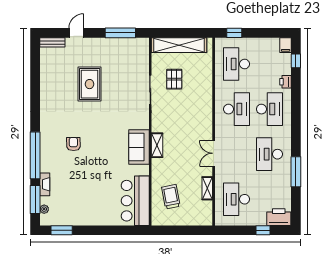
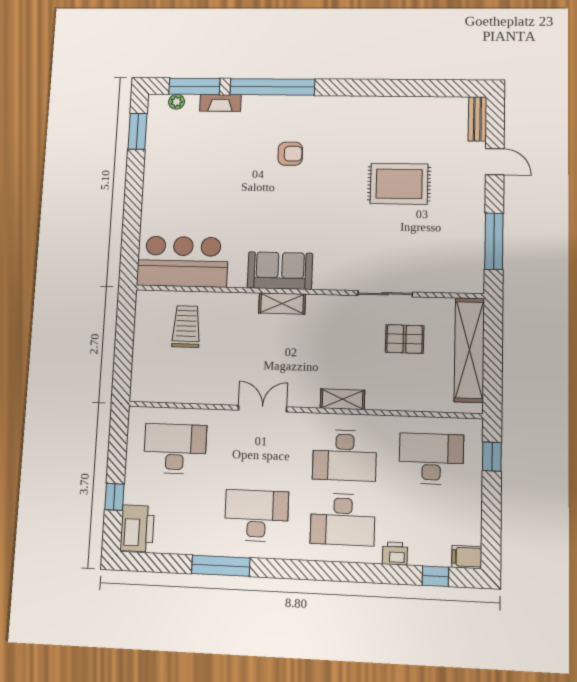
shelving: (207, 188) -> (342, 399), moved
trolley: (171, 197) -> (186, 326), turned -79

